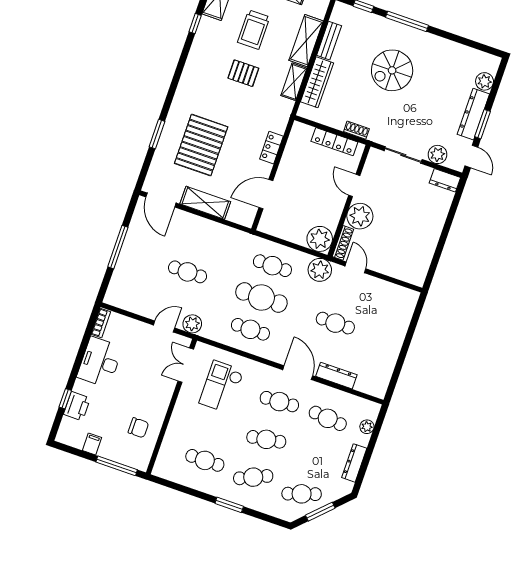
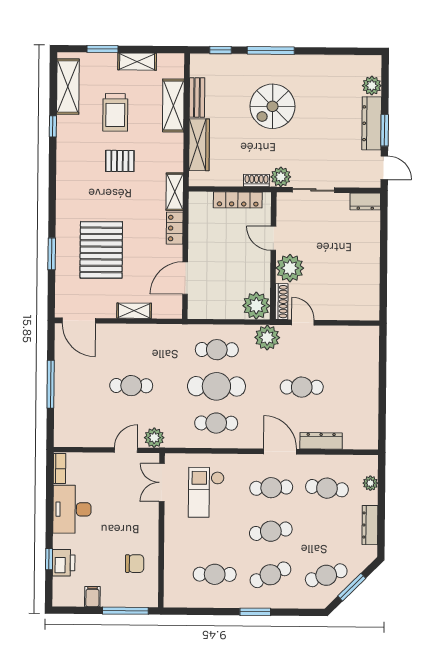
shelving: (294, 82) -> (175, 192), moved
plant: (437, 154) -> (281, 177), moved
shelving: (205, 203) -> (134, 311), width x0.67, depth x0.75

